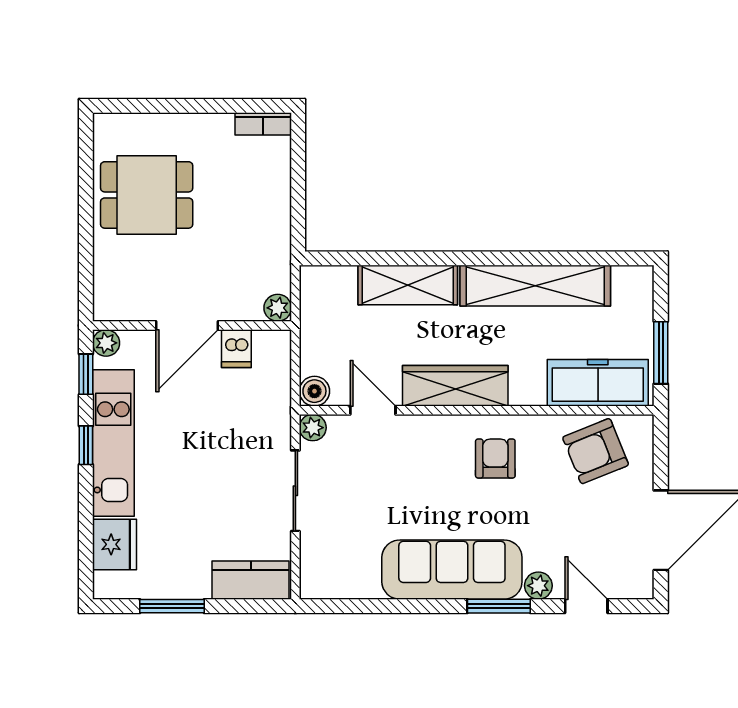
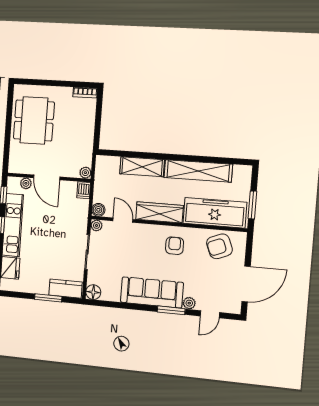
dining table: (147, 195) -> (34, 120), width x1.38
door: (187, 325) -> (47, 177), hinge flipped
plant: (106, 343) -> (26, 183), moved
dishwasher: (236, 349) -> (84, 190), moved
freezer: (598, 383) -> (215, 213), width x1.36, depth x1.26
floor lamp: (317, 582) -> (93, 292), added
window: (172, 606) -> (48, 298), moved
door: (586, 606) -> (210, 314), swing flipped

